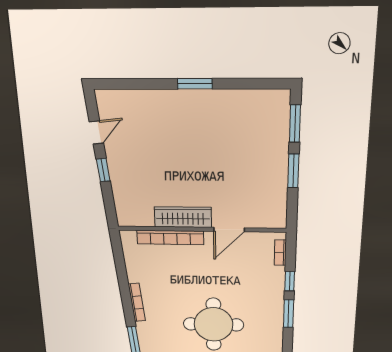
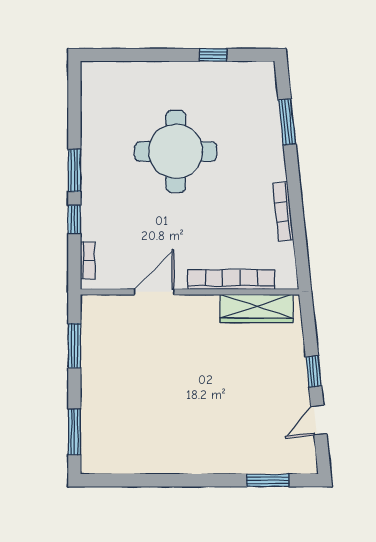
window: (195, 84) -> (268, 480), moved
window: (293, 171) -> (74, 346), moved
wardrobe: (183, 217) -> (256, 309), moved
bookcase: (137, 302) -> (283, 212), moved

